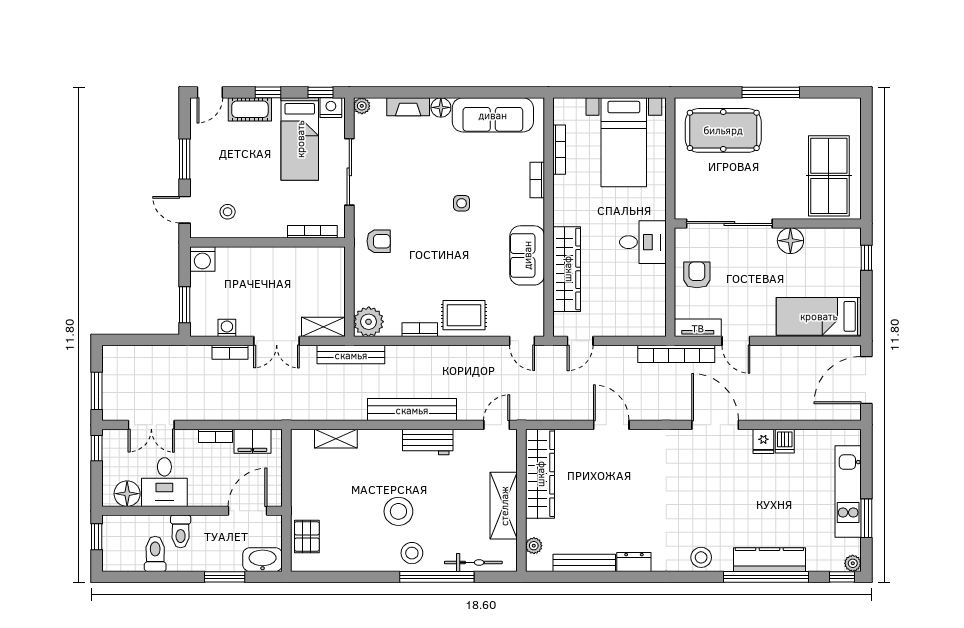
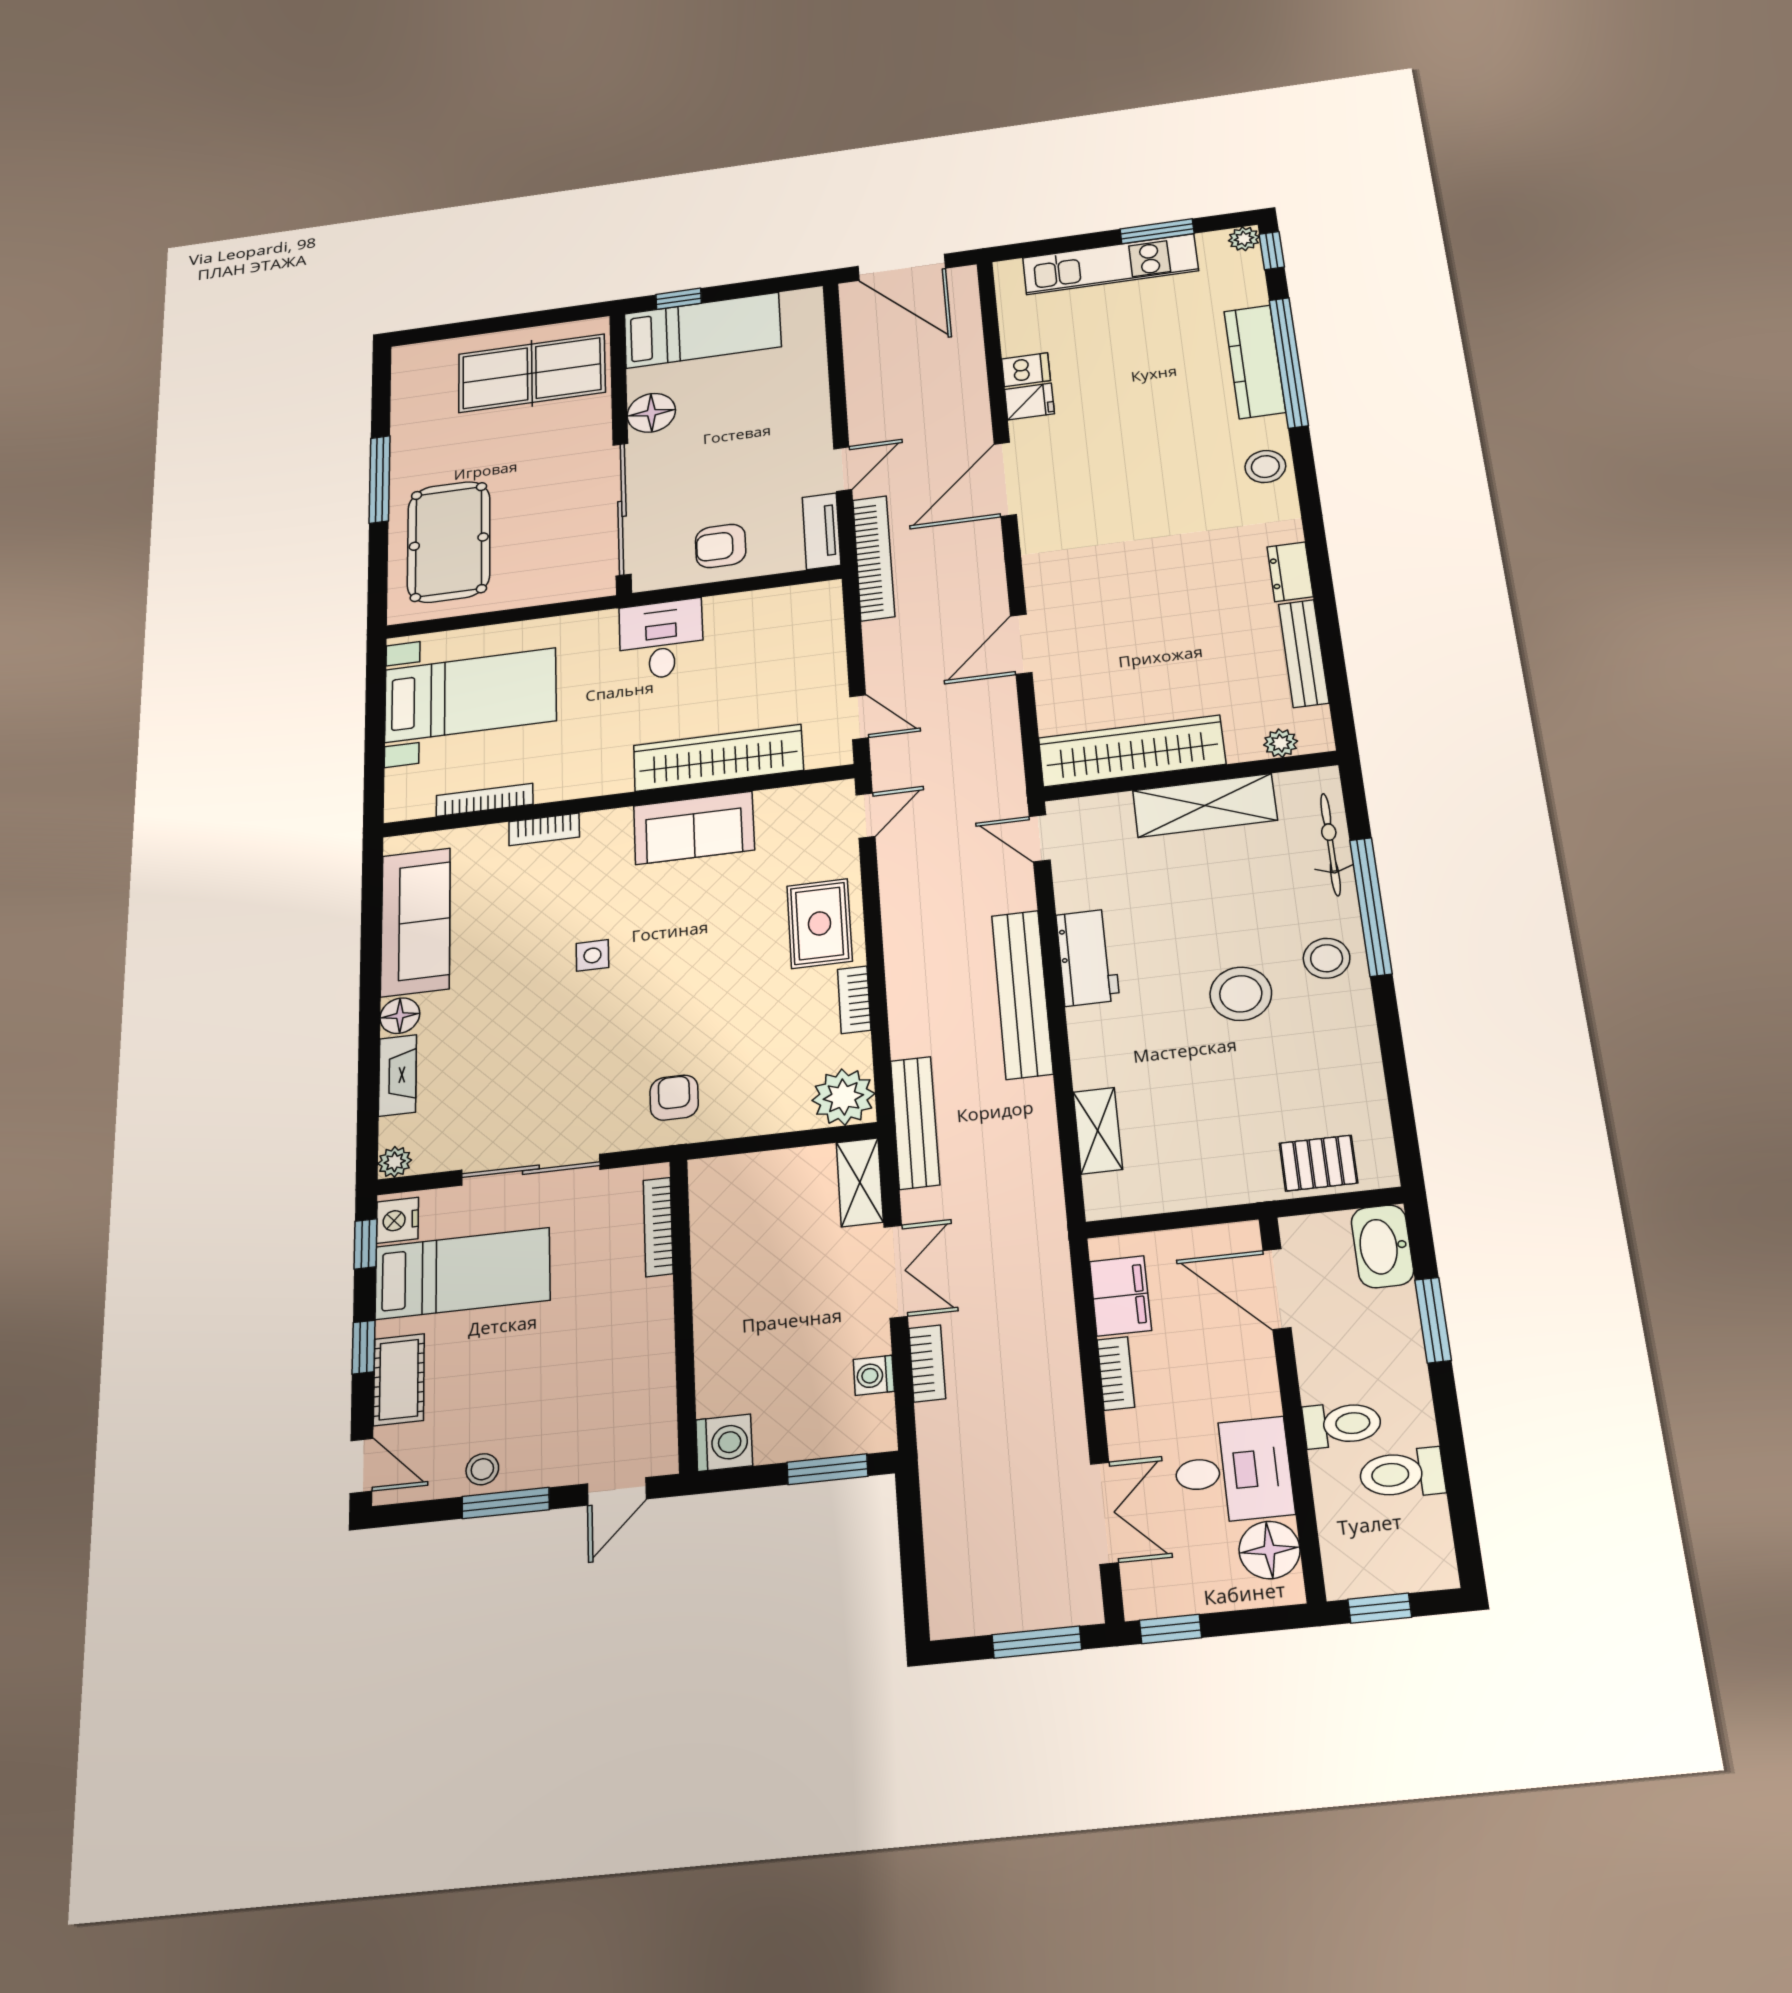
stool: (228, 212) -> (482, 1469), moved
bed: (819, 316) -> (702, 330), moved, turned -90

